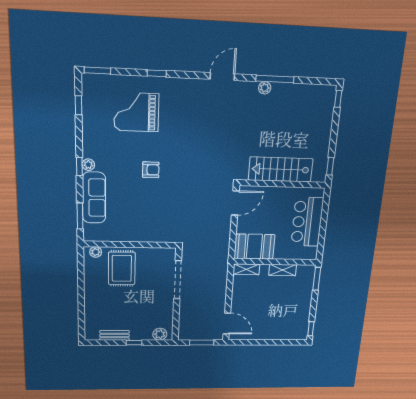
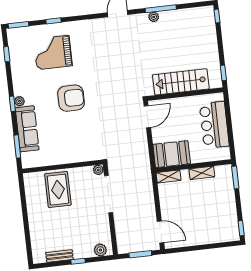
window: (157, 73) -> (54, 21), moved
armchair: (151, 170) -> (71, 98), width x1.88, depth x1.88
plant: (96, 252) -> (98, 170), moved

